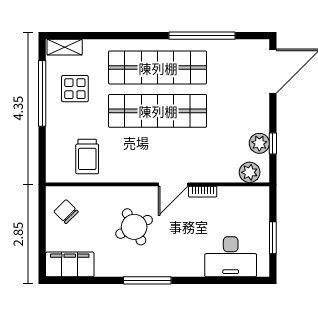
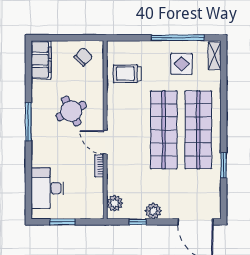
window: (202, 36) -> (224, 165), width x0.47
plant: (259, 143) -> (153, 211), moved

